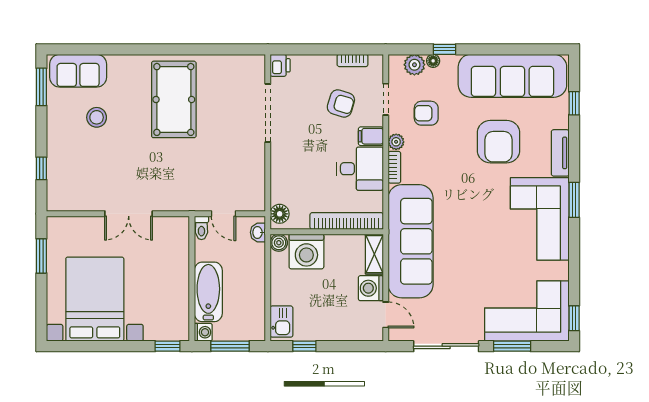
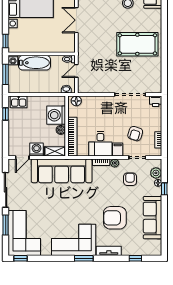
sofa: (512, 76) -> (152, 218), width x0.74, depth x0.79
boiler: (279, 243) -> (61, 130), moved

